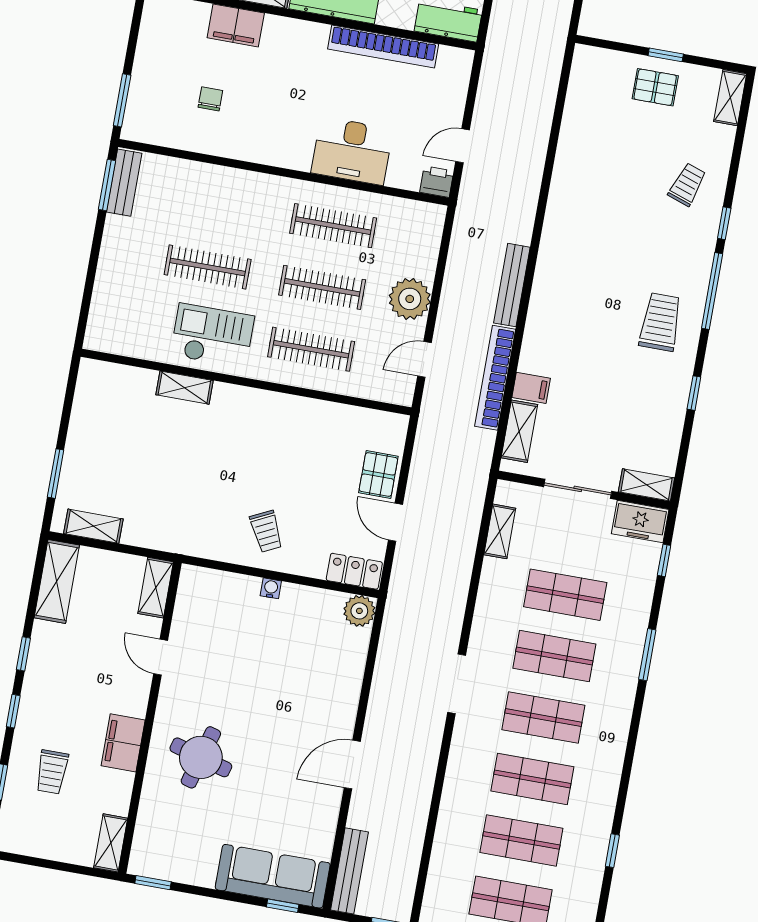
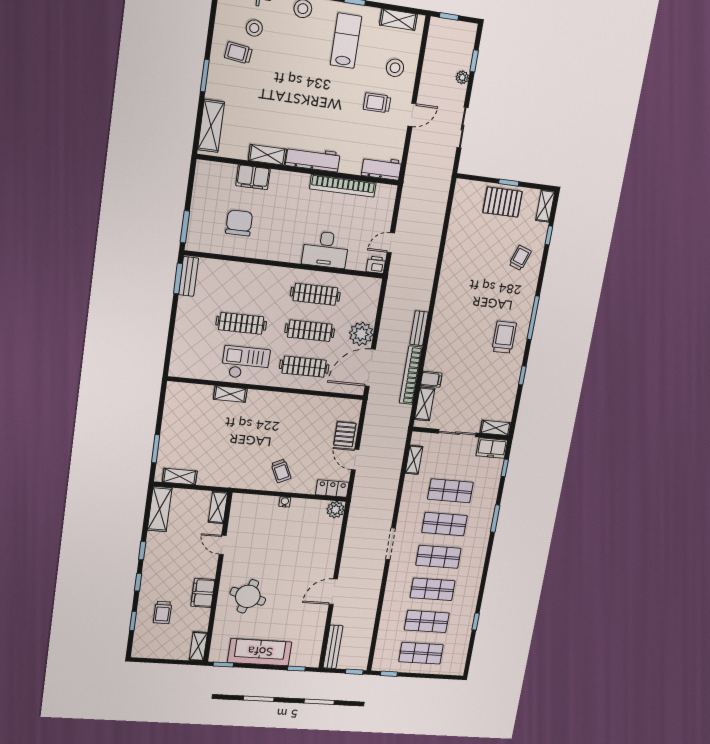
pallet: (655, 87) -> (503, 202), width x1.50, depth x1.42
chair: (210, 99) -> (239, 223), width x1.87, depth x1.87
window: (724, 223) -> (549, 235), moved
bench: (512, 285) -> (419, 328), width x0.73
door: (424, 359) -> (370, 368), width x1.87
sofa: (273, 876) -> (260, 652), moved

